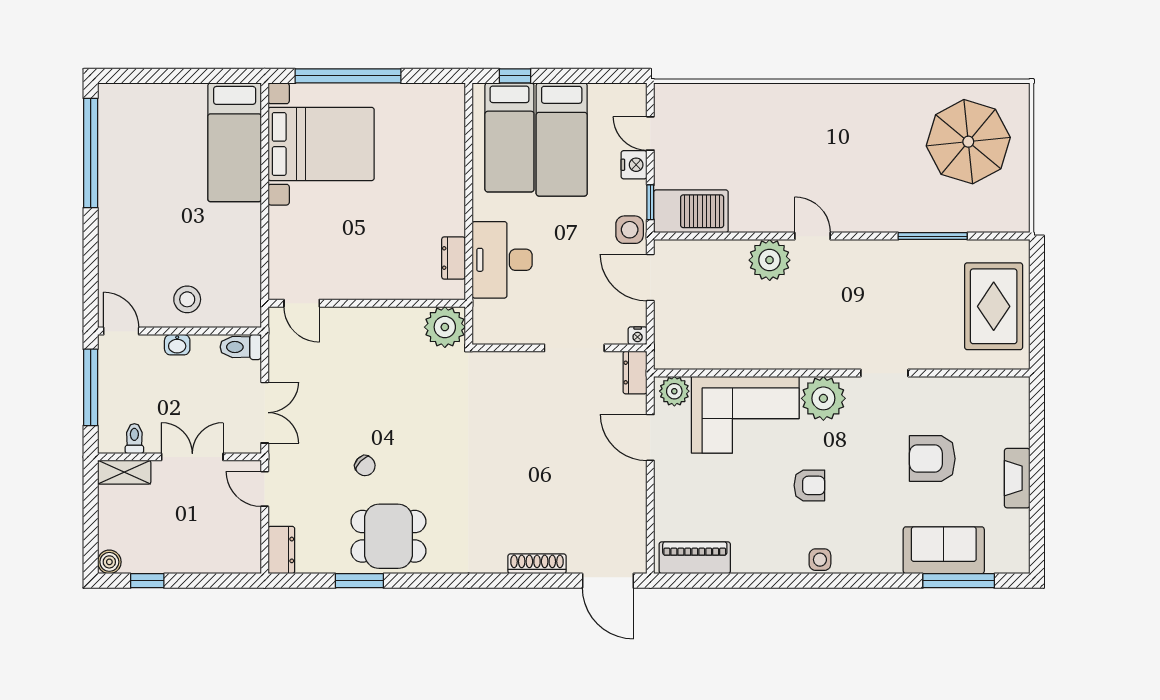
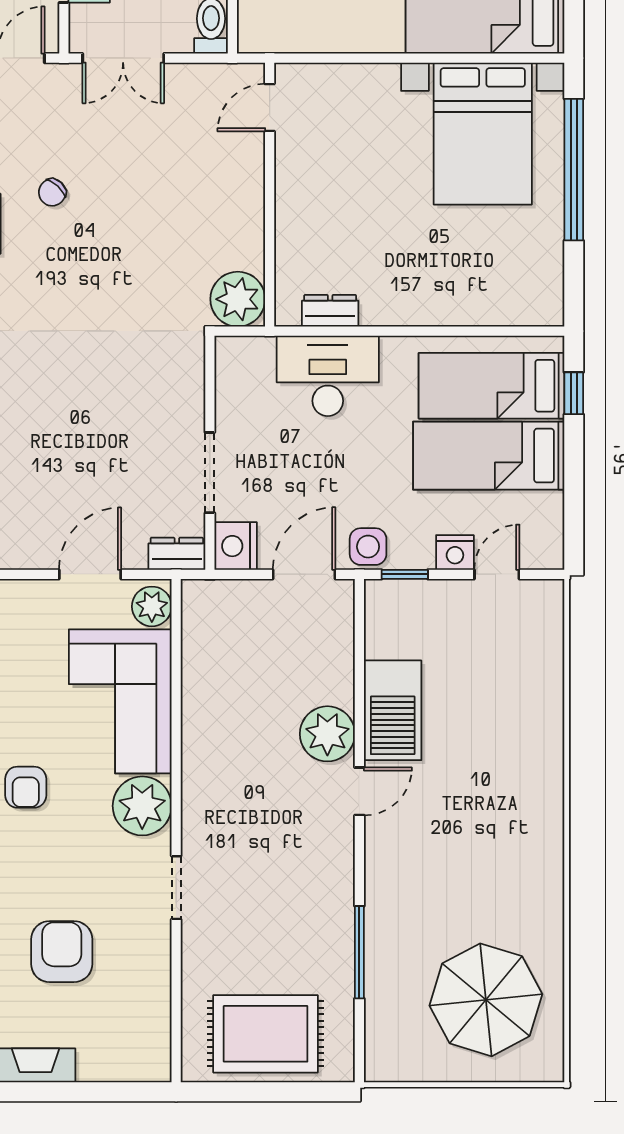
barbecue: (691, 211) -> (393, 710), moved
nightstand: (638, 336) -> (236, 546), width x1.89, depth x1.79

